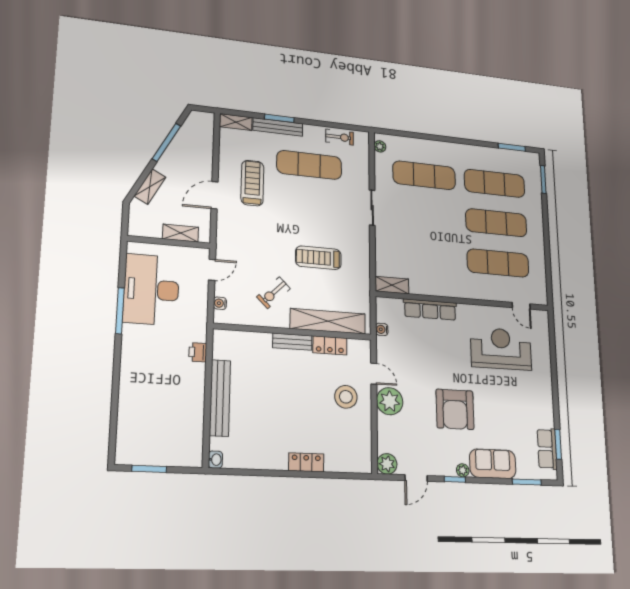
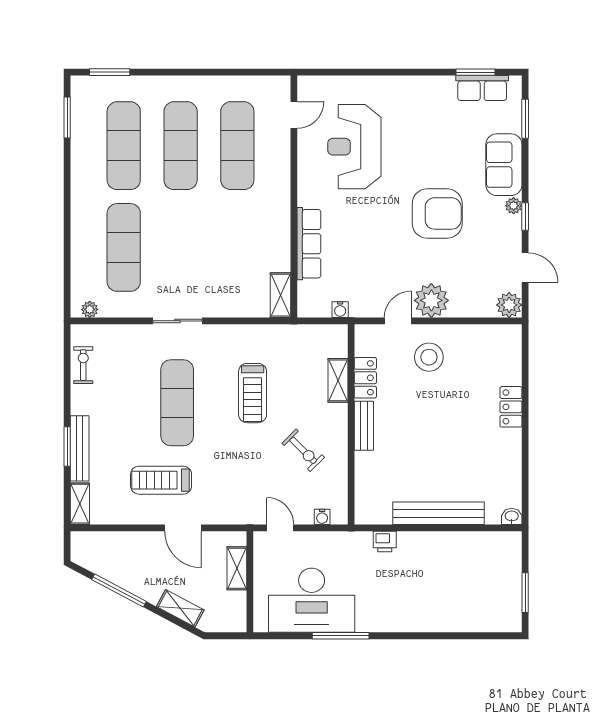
exercise mat: (309, 165) -> (177, 403), moved
shelving: (328, 321) -> (338, 380), width x0.45, depth x0.75

